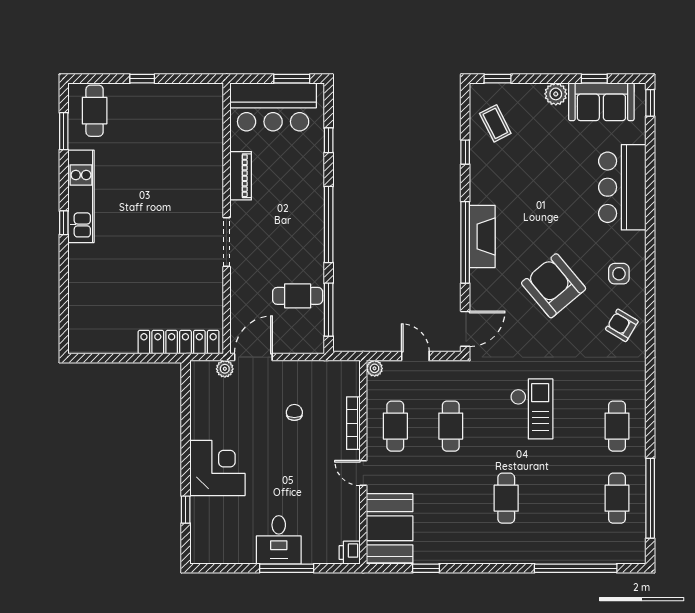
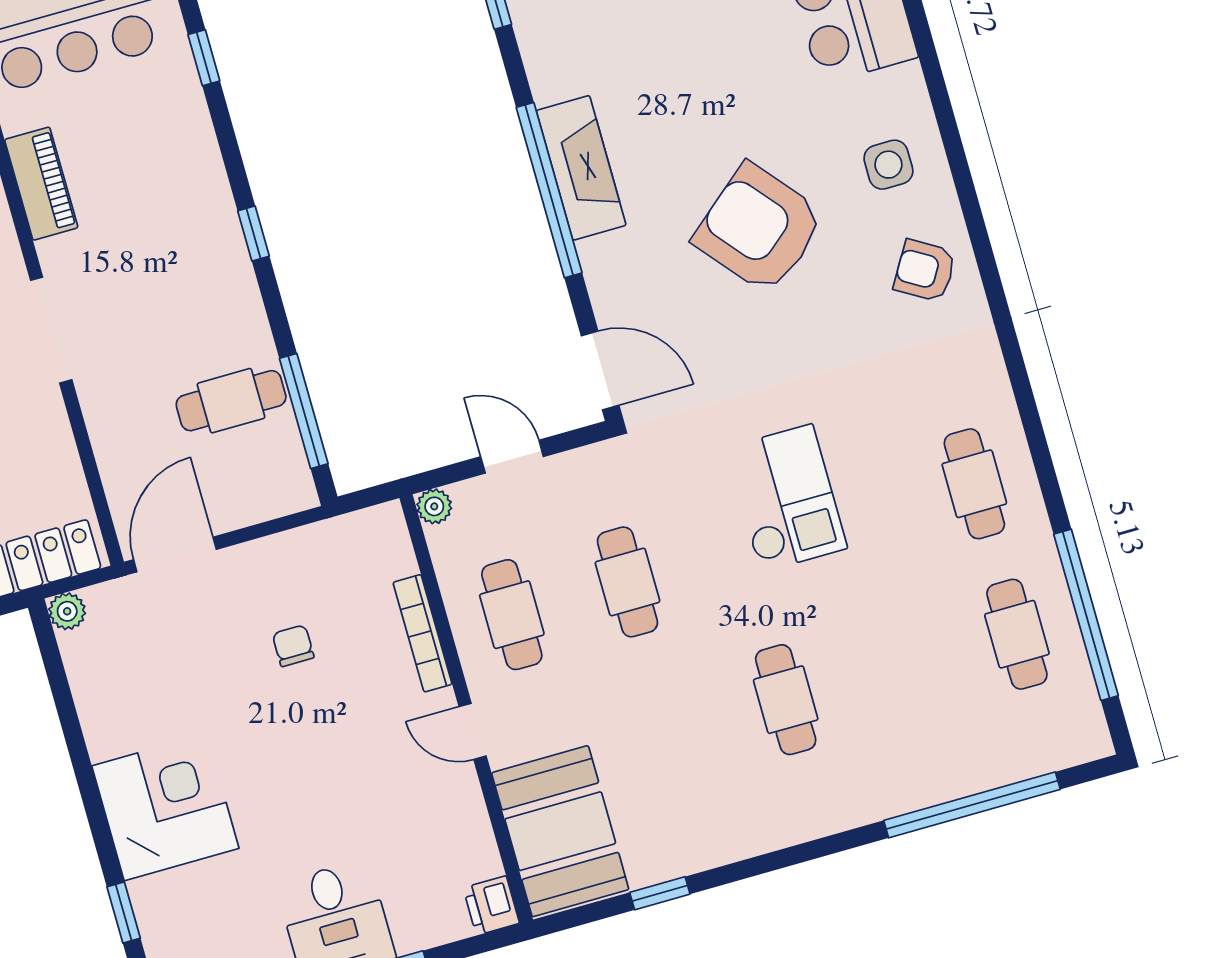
window: (329, 225) -> (254, 233), width x0.32
door: (465, 329) -> (600, 370), hinge flipped
plant: (225, 369) -> (67, 611), moved

